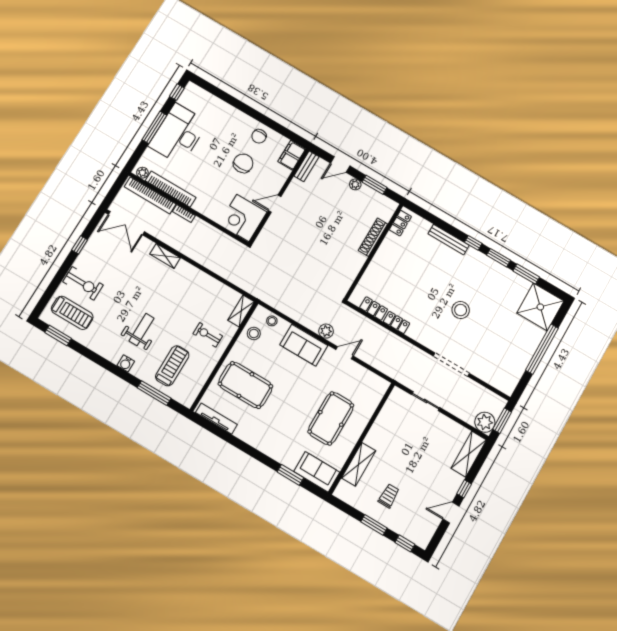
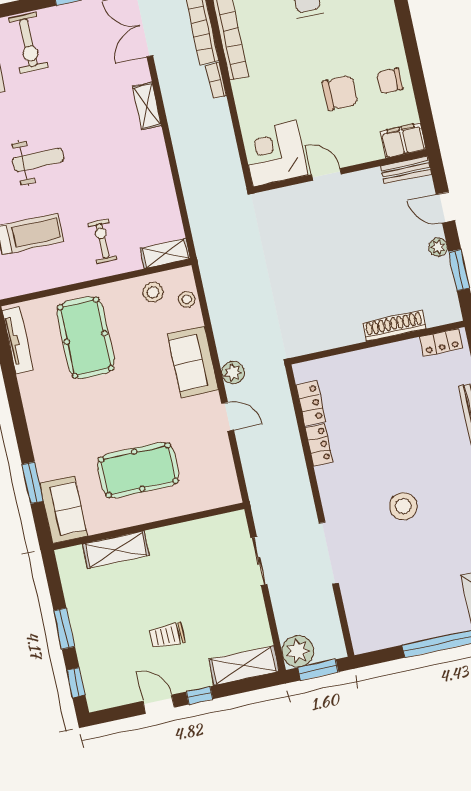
trolley: (389, 496) -> (167, 636), moved, turned 180

